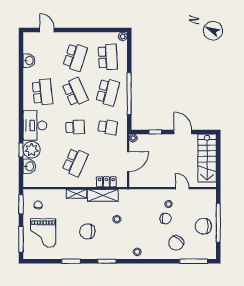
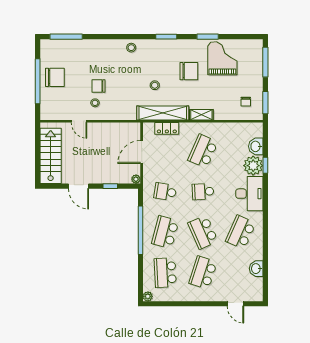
school desk: (42, 92) -> (241, 232), turned 30
shelving: (103, 195) -> (163, 113), width x1.47
grand piano: (43, 233) -> (222, 58), moved
chair: (176, 243) -> (86, 58), removed

